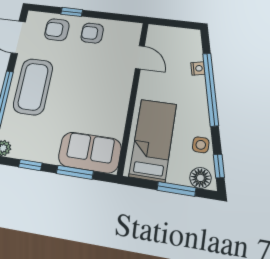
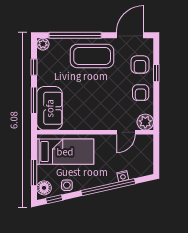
armchair: (57, 30) -> (140, 65), turned 180
plant: (131, 32) -> (145, 122), added
armchair: (92, 33) -> (141, 93), turned 180

